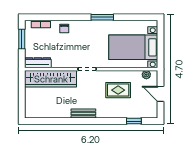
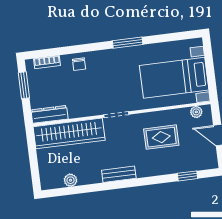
plant: (47, 113) -> (70, 180), added

